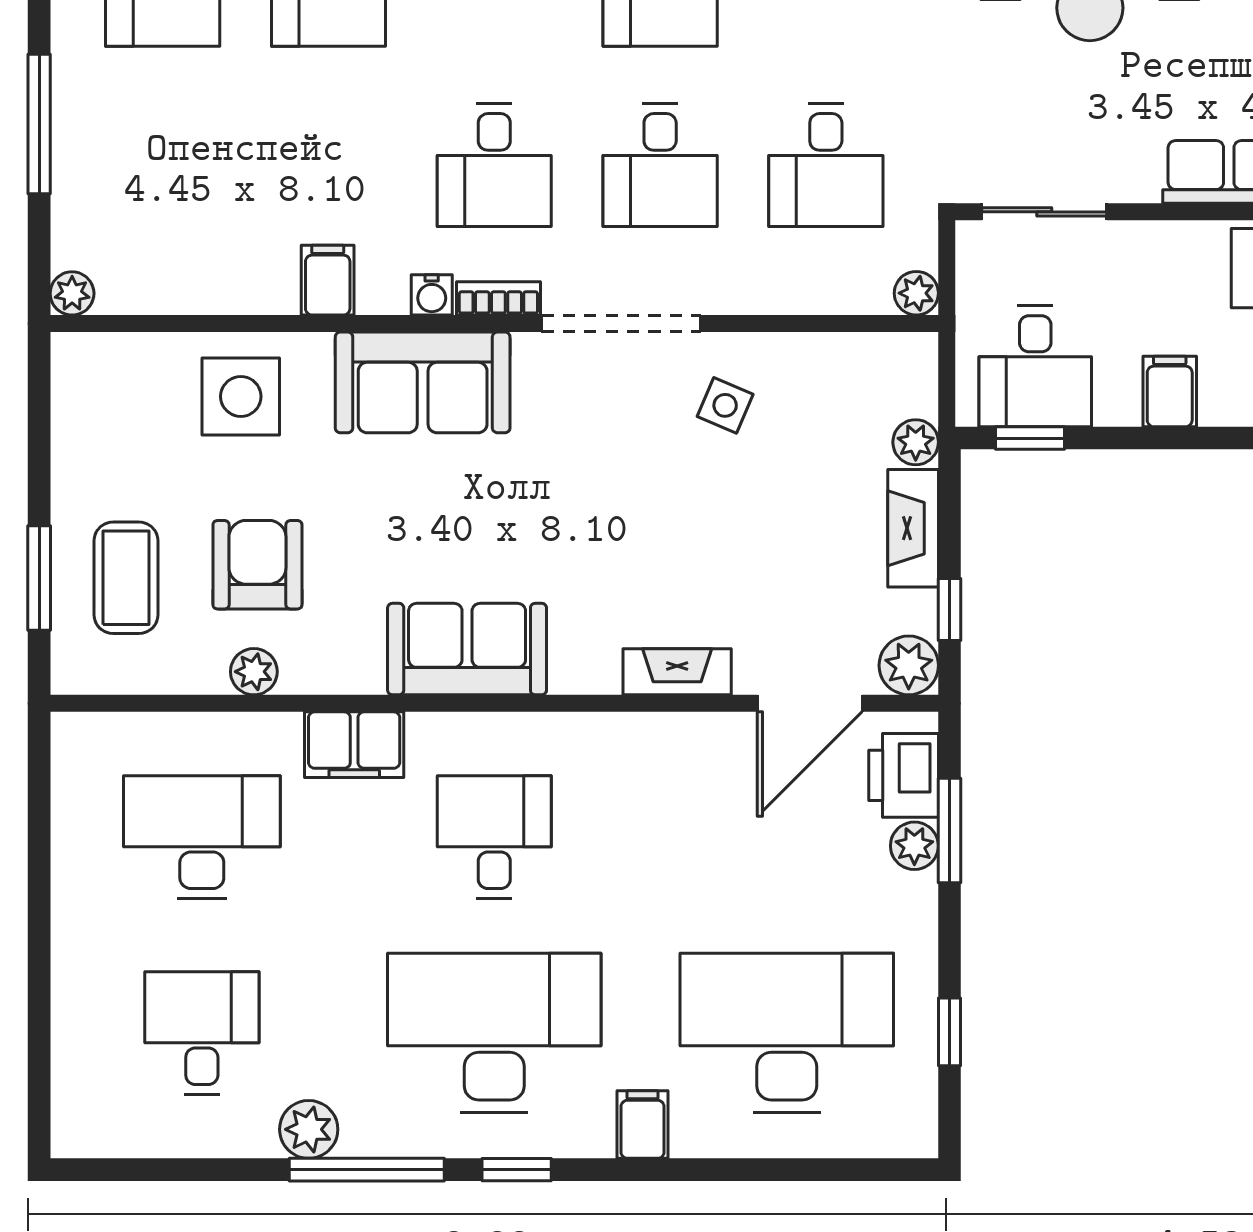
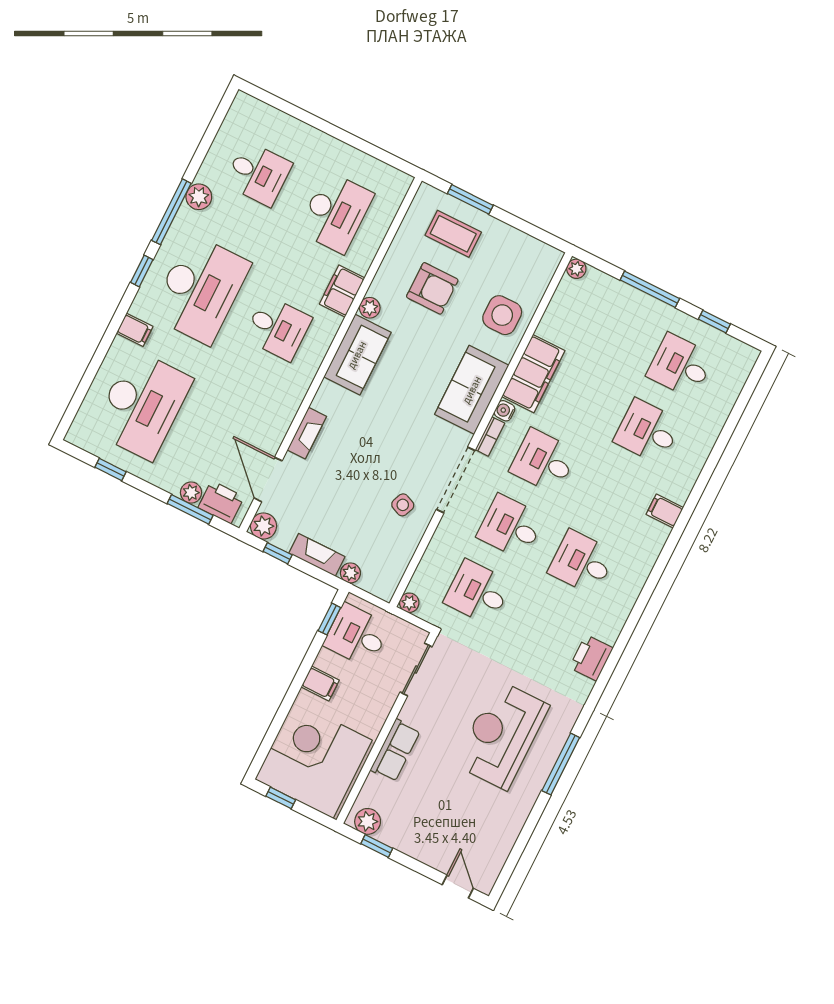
filing cabinet: (328, 280) -> (533, 374), width x3.00, depth x1.17
plant: (254, 672) -> (370, 308), moved

